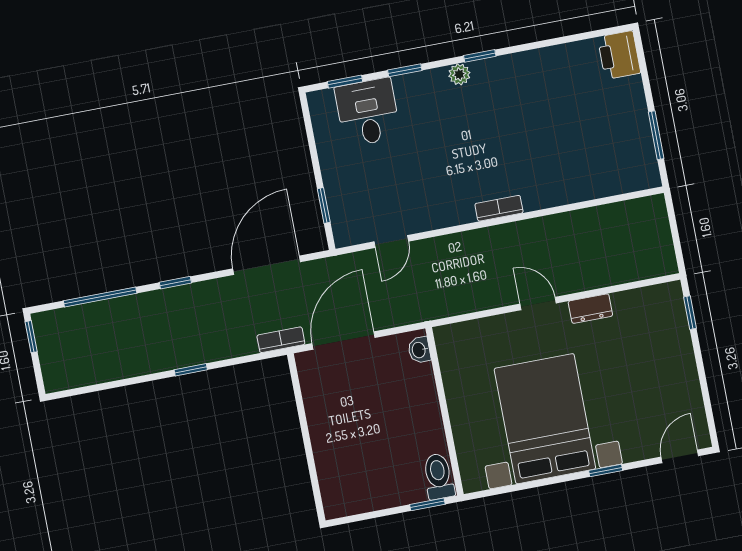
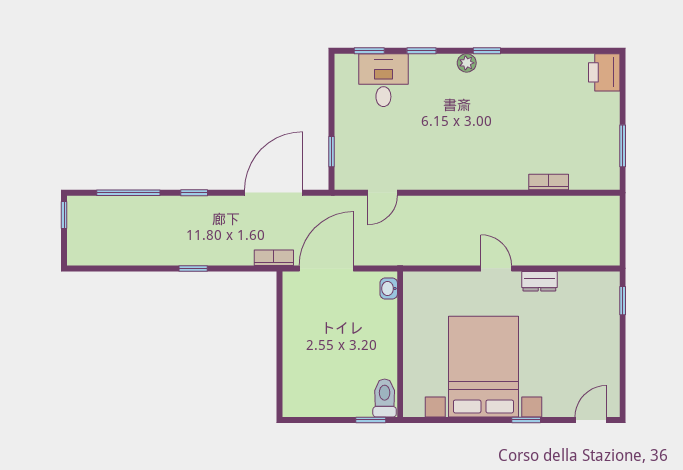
bookcase: (499, 208) -> (549, 182), moved

